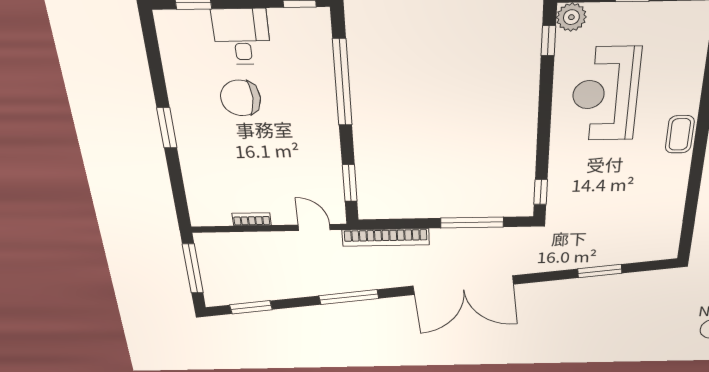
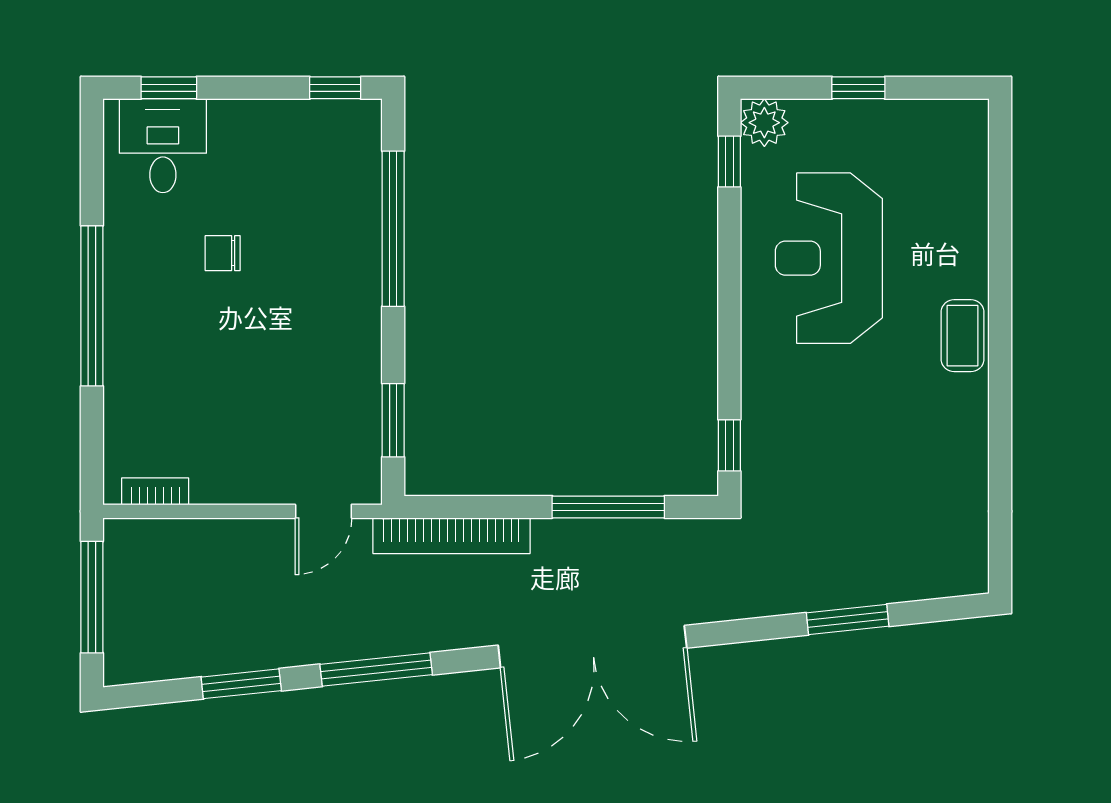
desk: (242, 37) -> (163, 146), moved
chair: (241, 98) -> (223, 253), width x0.54, depth x0.54
window: (167, 128) -> (92, 306), width x2.11
bookcase: (252, 219) -> (155, 491), moved
door: (314, 227) -> (323, 511), swing flipped
window: (251, 307) -> (241, 684), moved

